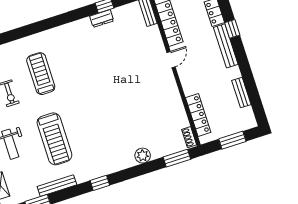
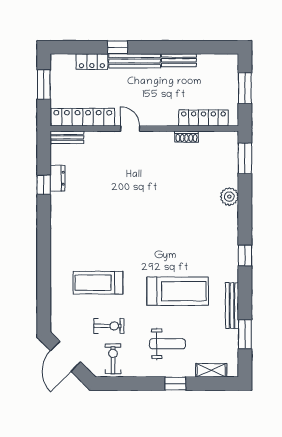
dresser: (102, 18) -> (58, 178), moved
bench: (241, 92) -> (179, 60), moved
shoe rack: (189, 137) -> (186, 137), moved

